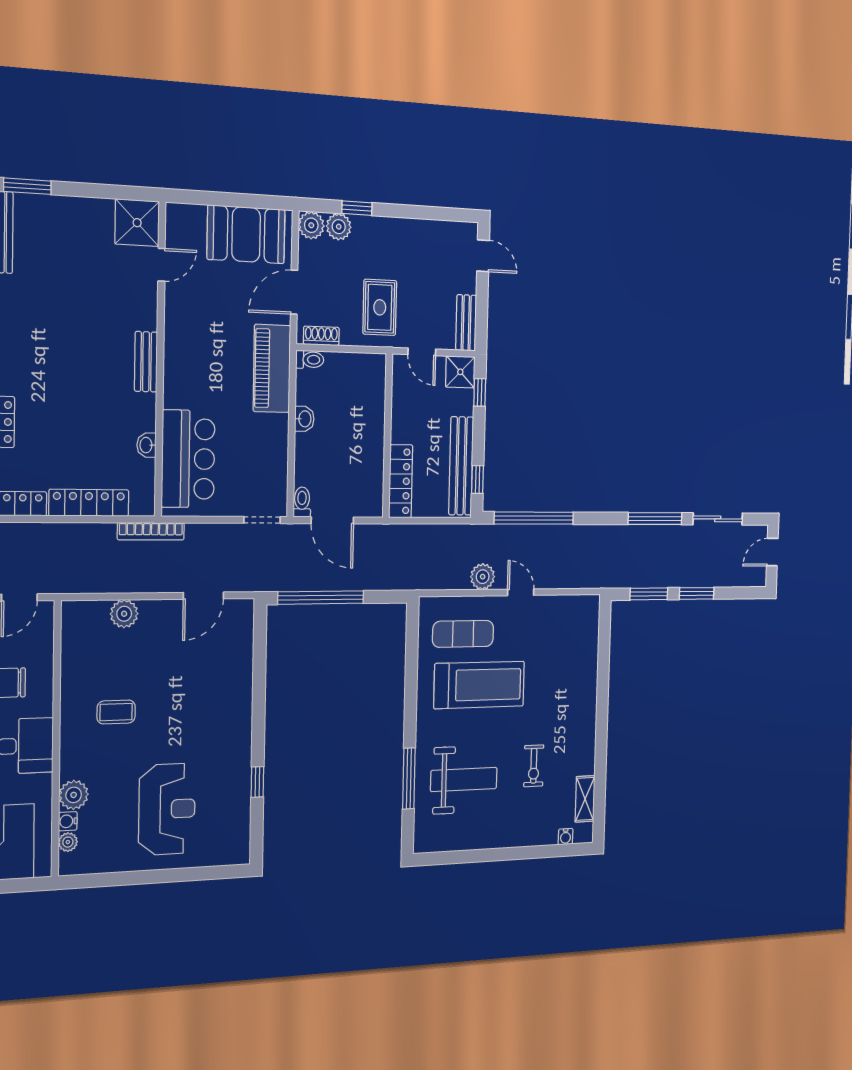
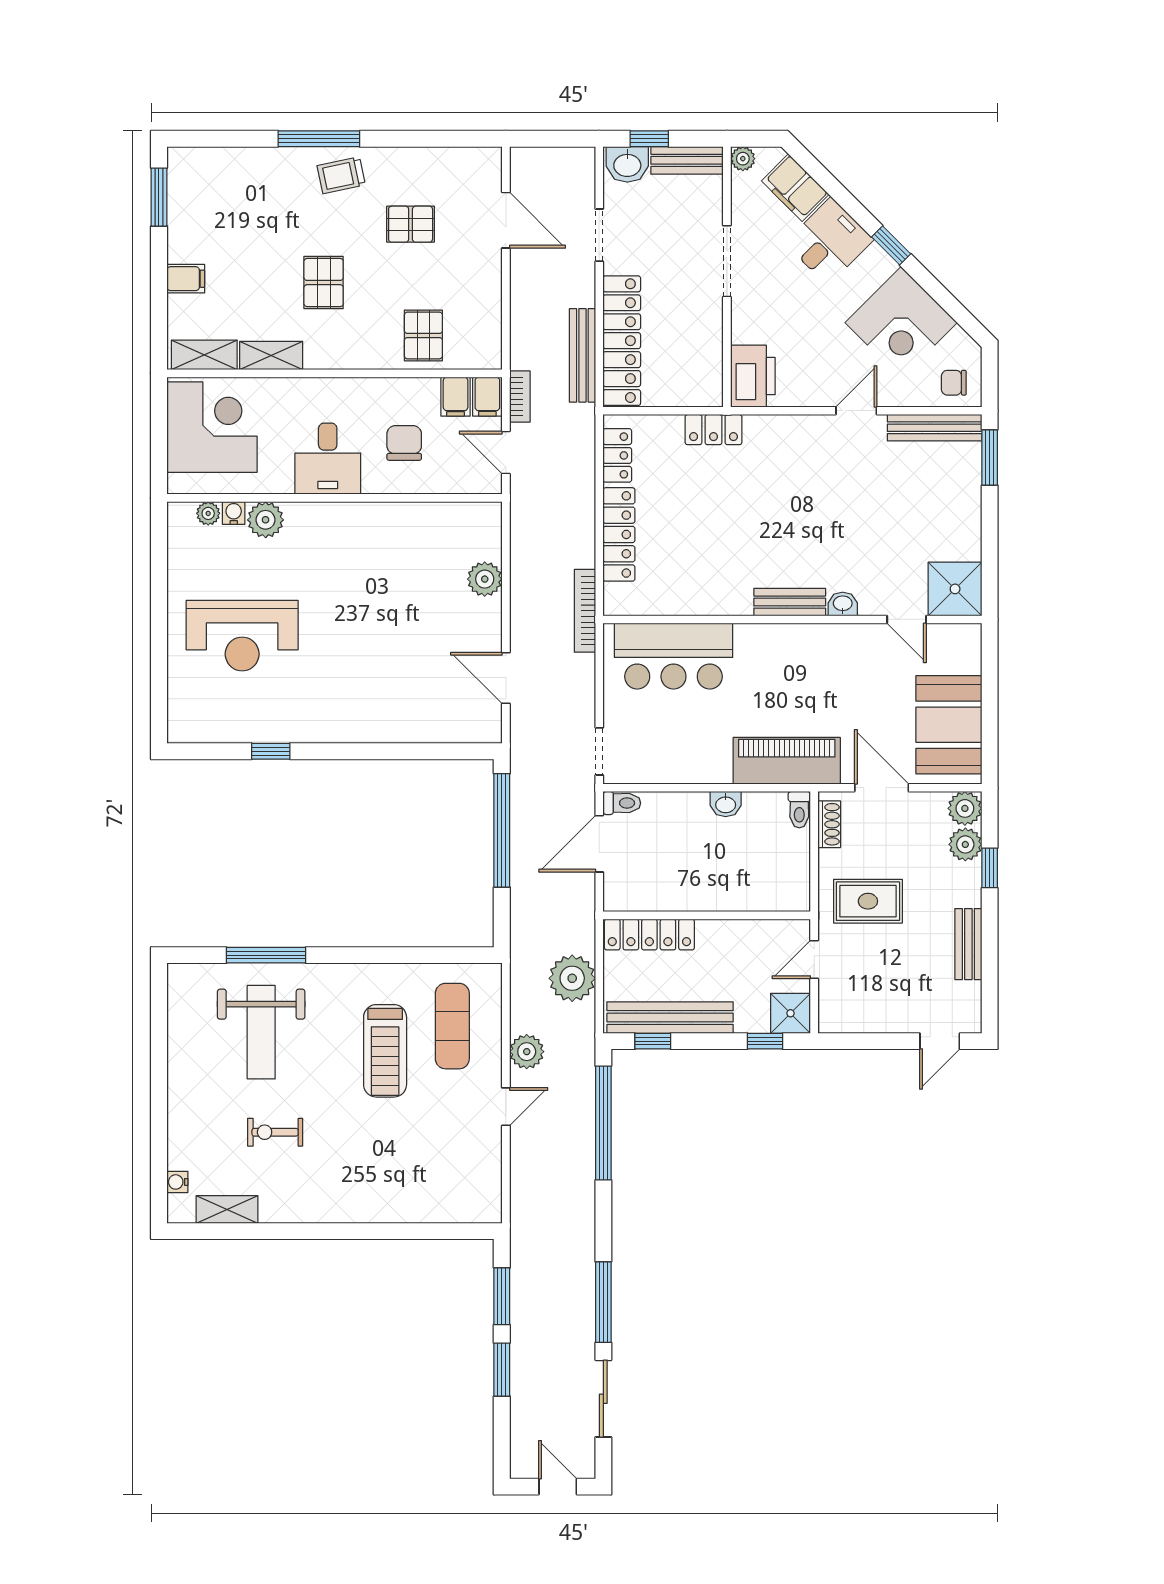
bench: (466, 323) -> (968, 944), moved, turned 90
washbasin: (146, 445) -> (843, 604), moved
plant: (431, 542) -> (572, 978), added
treadmill: (479, 685) -> (385, 1051), width x0.73, depth x0.73
coffee table: (116, 712) -> (365, 571), removed

